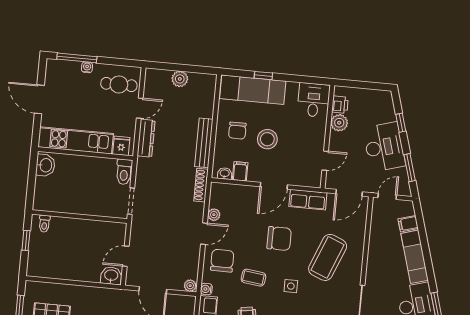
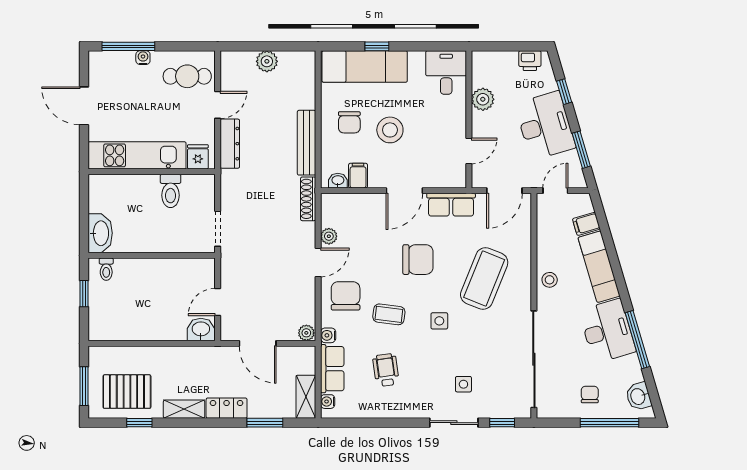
printer: (340, 105) -> (530, 61), moved, turned 90
washbasin: (45, 165) -> (100, 233), moved, width x1.38
toilet: (124, 172) -> (171, 191), moved
stool: (377, 263) -> (550, 280), added

